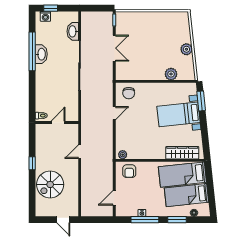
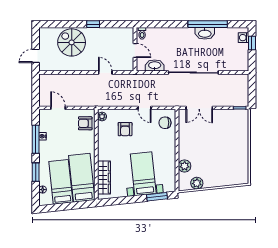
washbasin: (73, 31) -> (155, 66), moved
double door: (114, 48) -> (199, 108), moved
plant: (186, 49) -> (197, 183), moved
armchair: (135, 132) -> (125, 129), added

